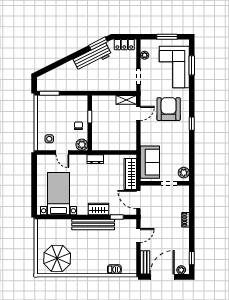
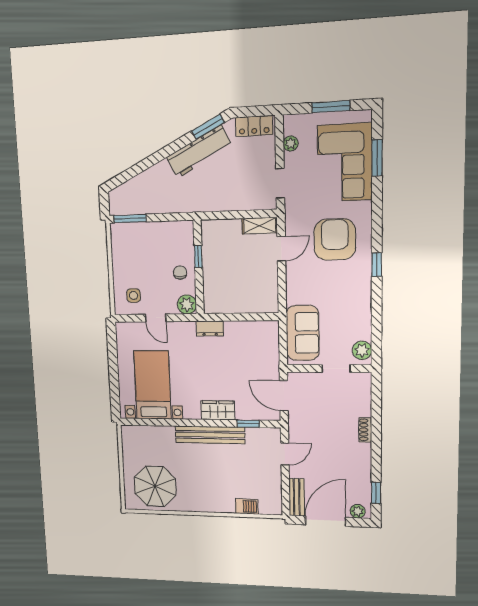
wardrobe: (130, 174) -> (269, 353), removed

